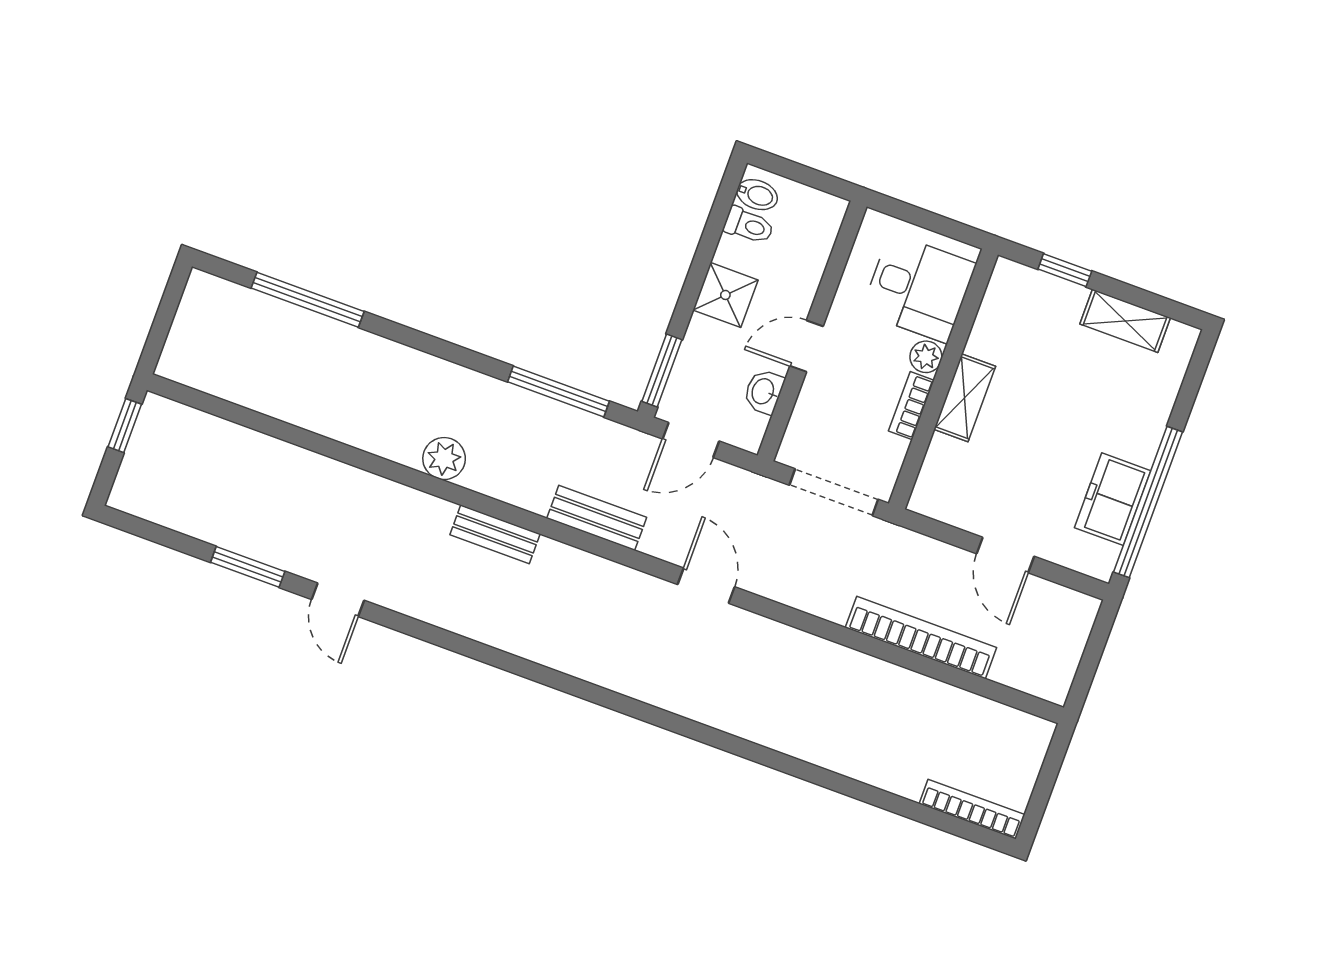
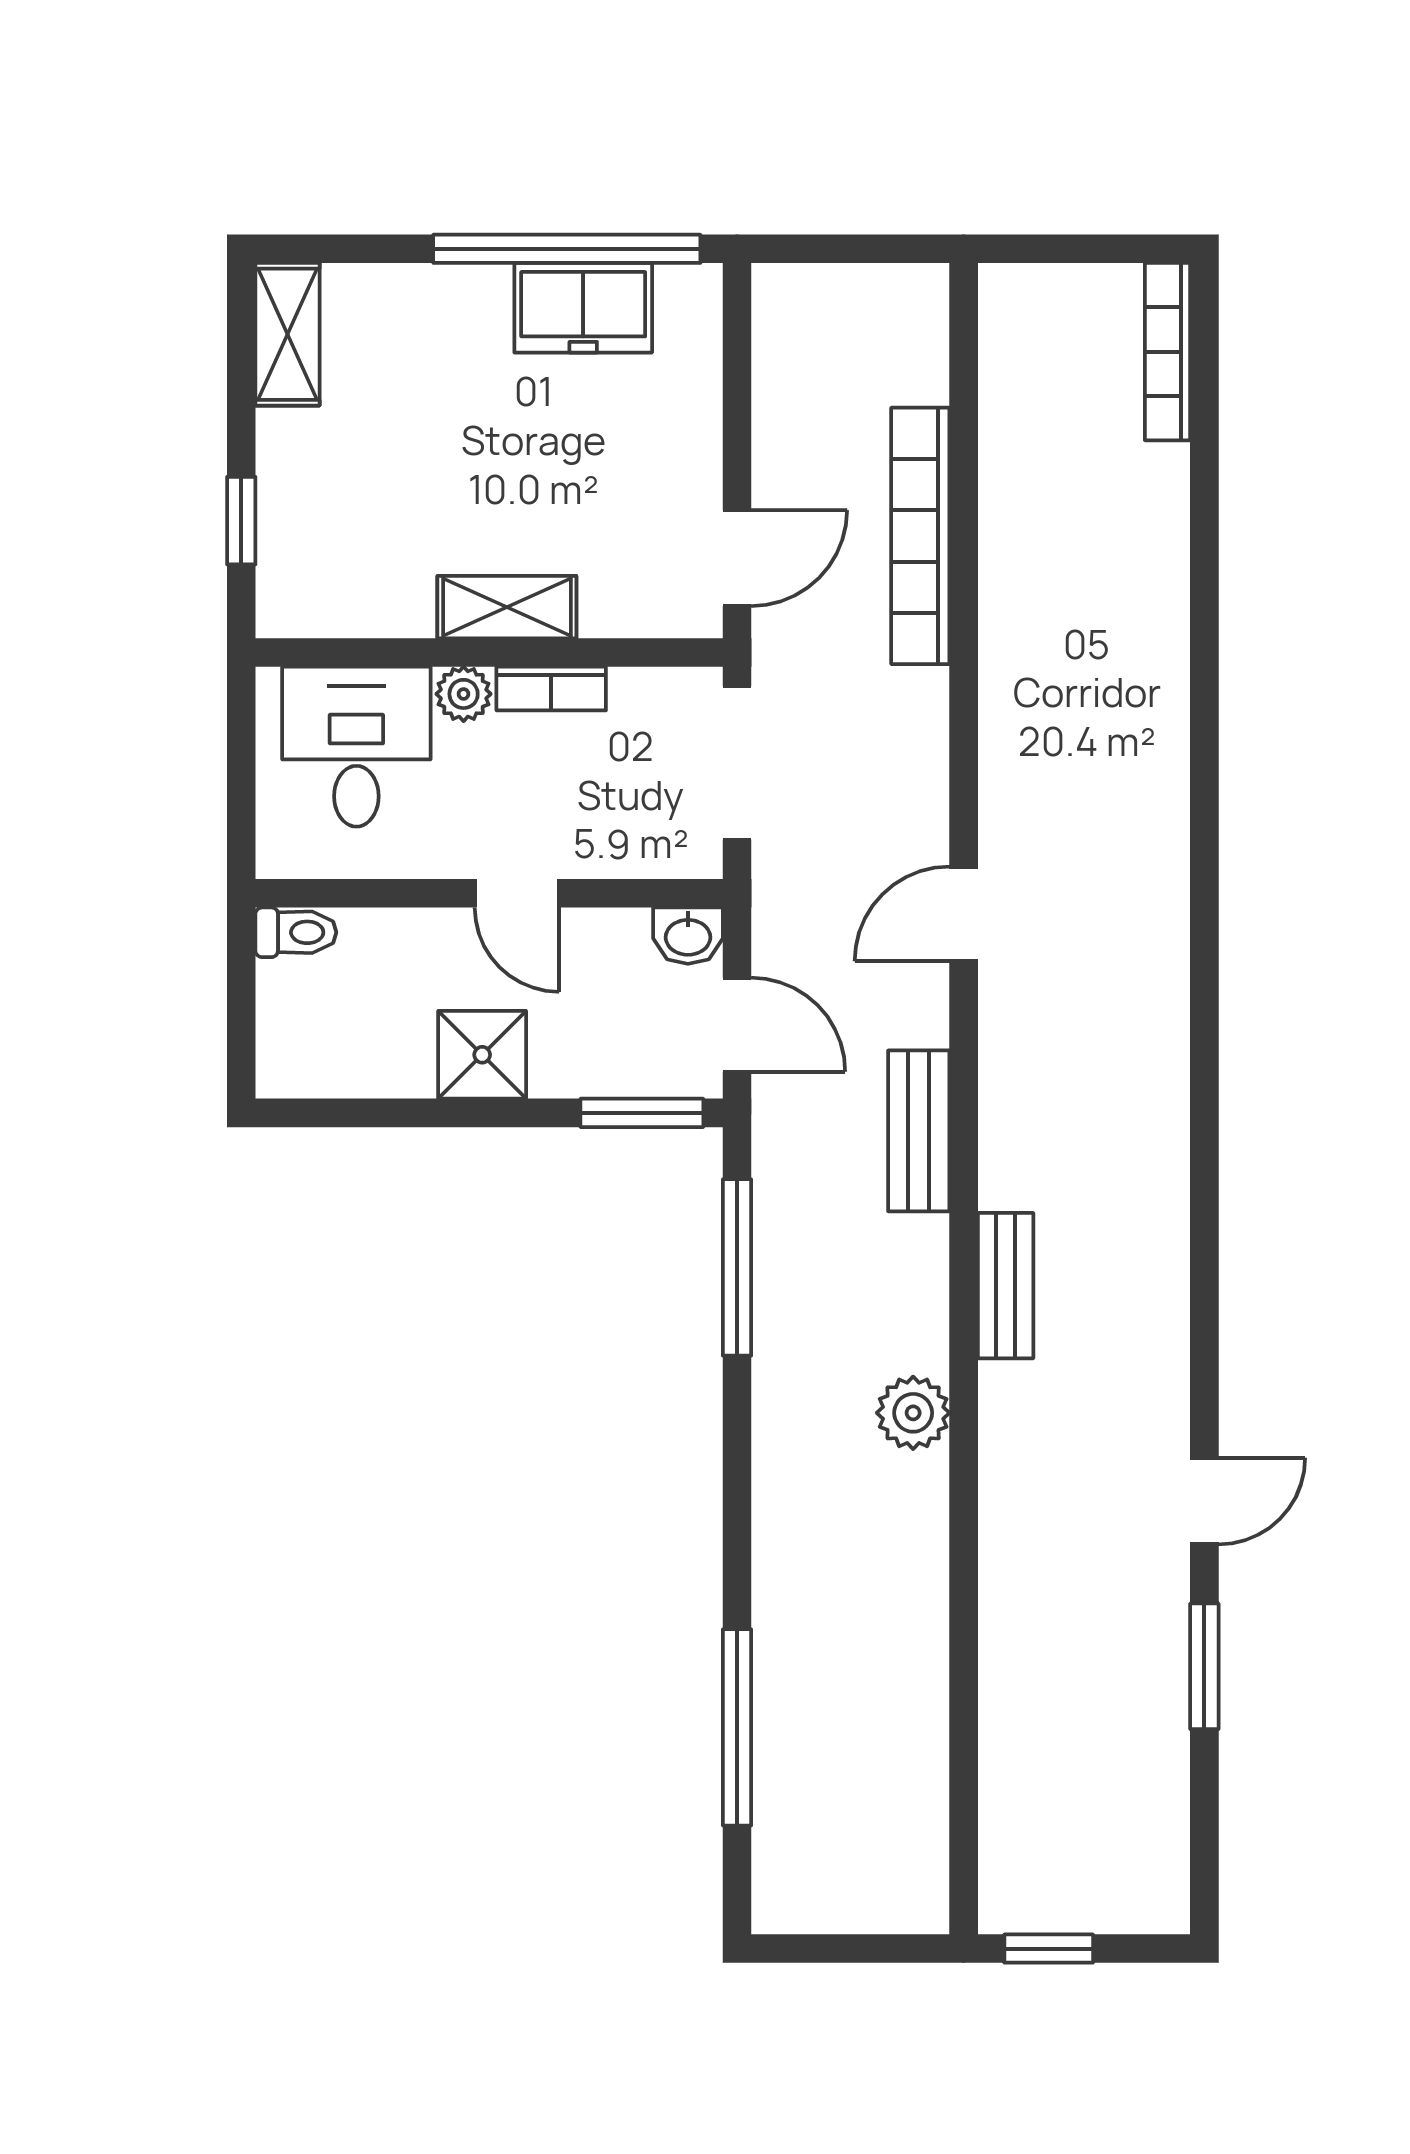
bidet: (757, 195) -> (301, 1063), removed
toilet: (749, 225) -> (296, 932), moved, turned 90
shelving: (1125, 321) -> (287, 334), moved
washbasin: (764, 392) -> (688, 936), moved
door: (1005, 555) -> (737, 558), moved

